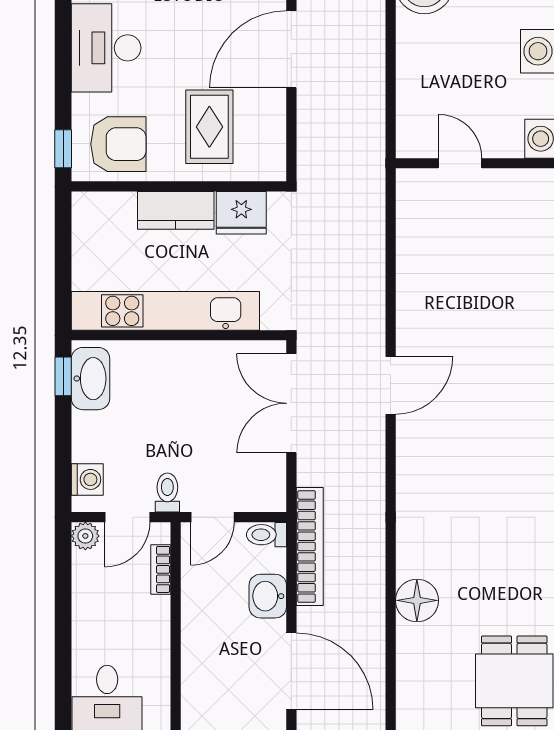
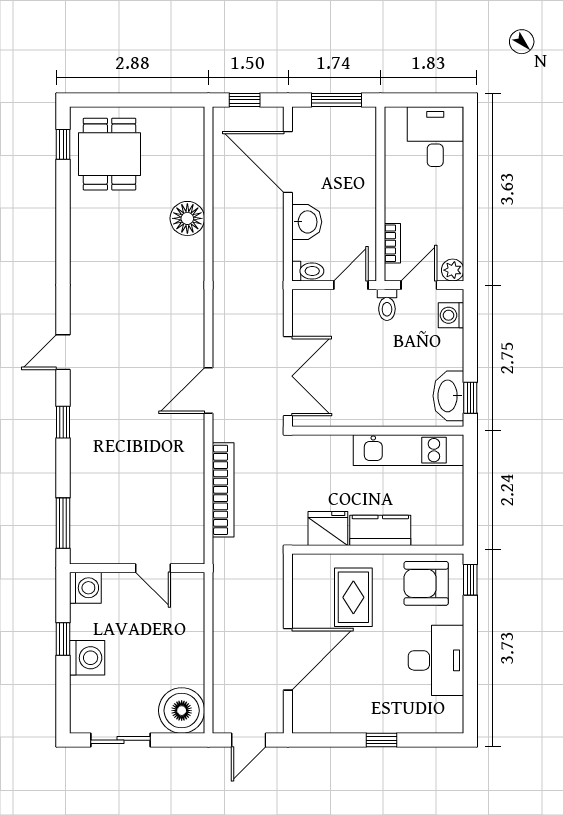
kitchen unit: (165, 311) -> (409, 450), width x0.73
bookcase: (310, 547) -> (223, 490), moved, turned 180

